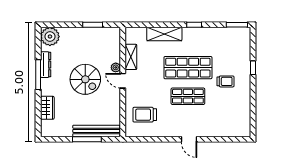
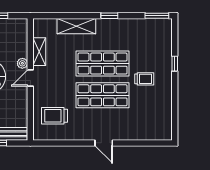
door: (123, 81) -> (30, 78), hinge flipped
shop shelf: (188, 96) -> (103, 95), width x1.43, depth x1.36

